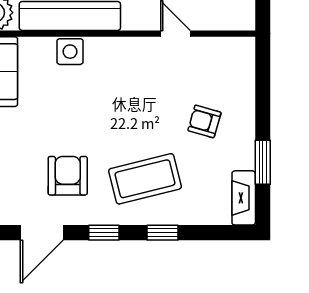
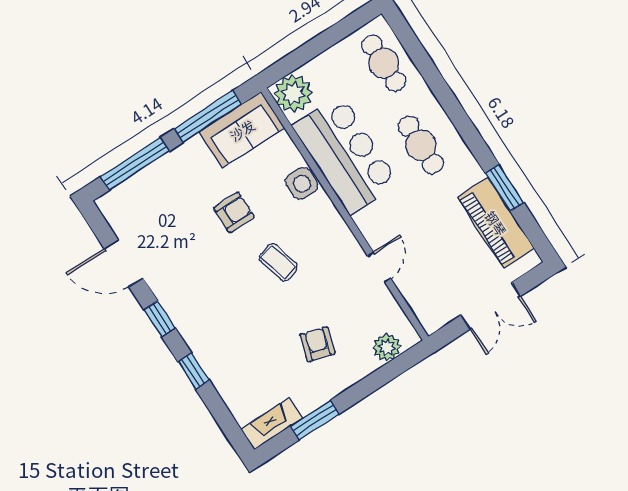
plant: (242, 69) -> (387, 347), added
armchair: (68, 176) -> (234, 212), moved, width x0.72, depth x0.72
coffee table: (145, 179) -> (278, 262), moved, width x0.54, depth x0.58

